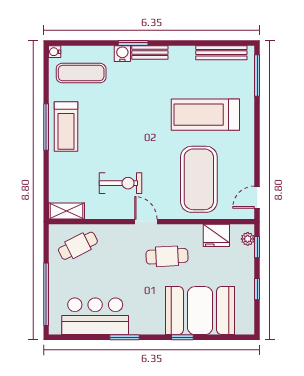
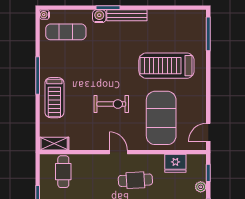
bench: (150, 52) -> (127, 15), width x1.36
bench: (221, 53) -> (179, 15), removed
treadmill: (66, 126) -> (54, 98), moved
exercise bike: (120, 183) -> (111, 104), moved
plant: (248, 239) -> (201, 187), moved
cafe table: (78, 246) -> (63, 172), turned -63

